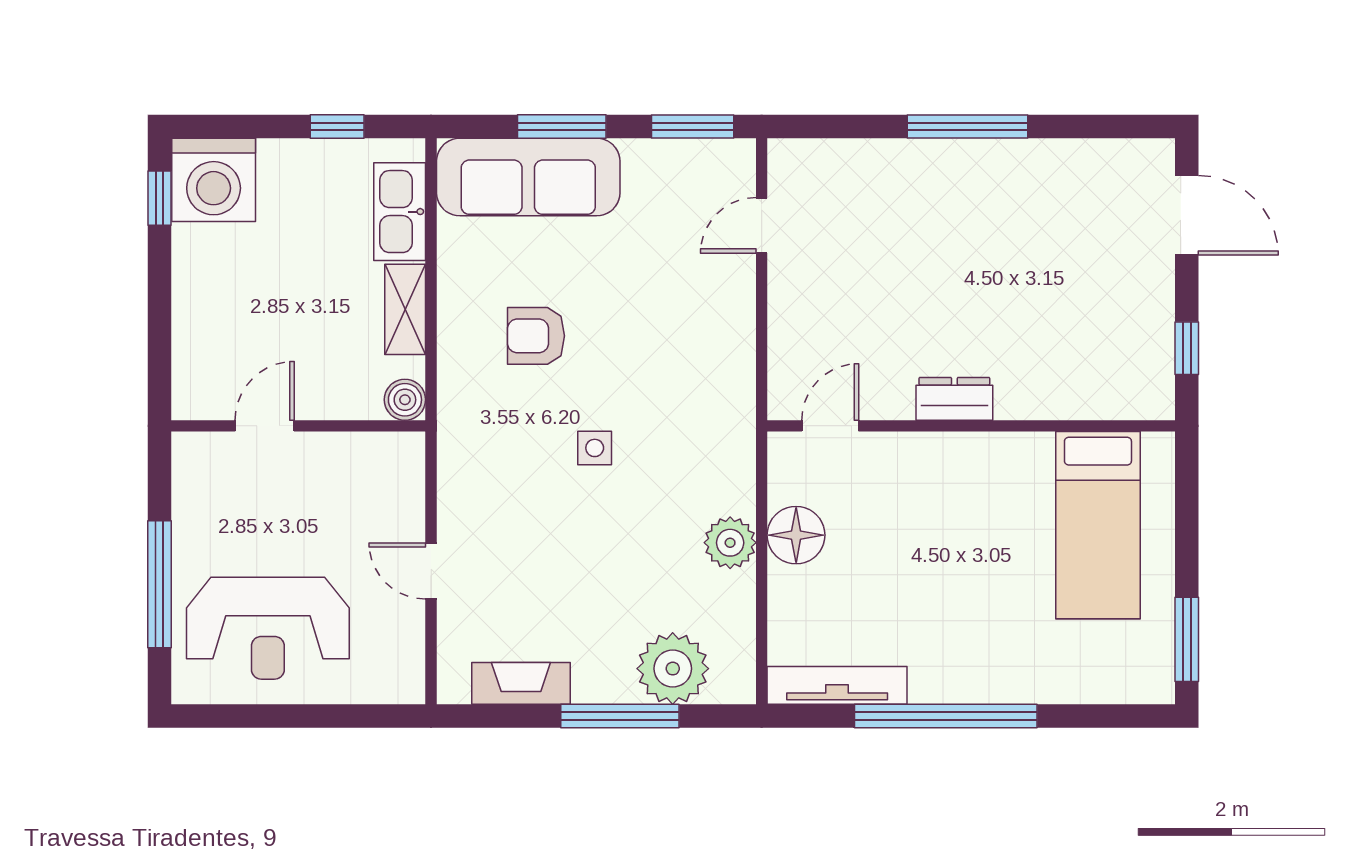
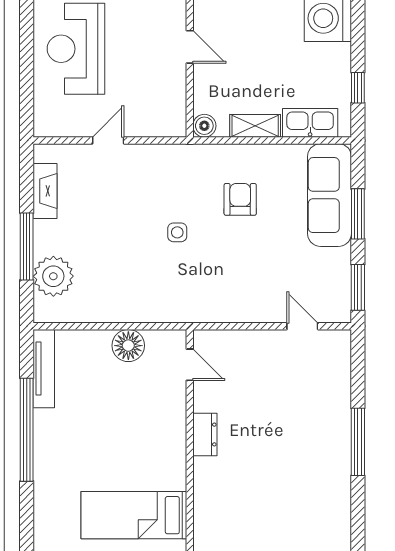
plant: (730, 543) -> (124, 308), removed

